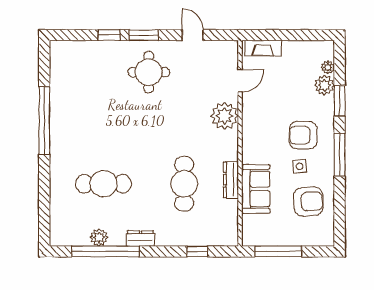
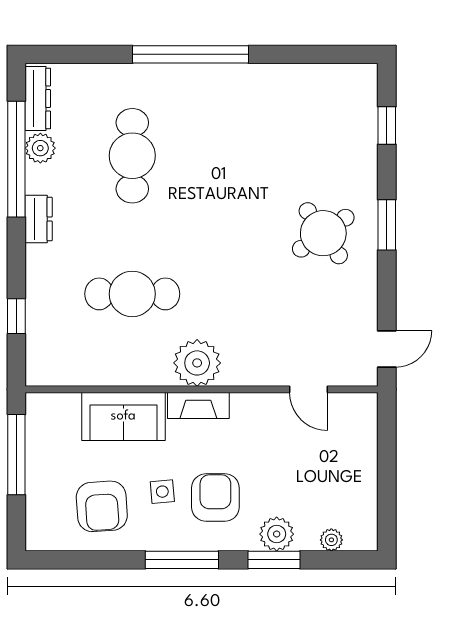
window: (109, 35) -> (387, 125), moved
door: (193, 35) -> (387, 349), moved
fireplace: (263, 48) -> (198, 405), moved, turned -90
round table: (149, 72) -> (323, 233), turned -35
plant: (324, 85) -> (277, 534), moved
plant: (225, 116) -> (197, 363), moved
window: (44, 121) -> (190, 54), moved
dresser: (231, 180) -> (38, 98), moved, turned 90

